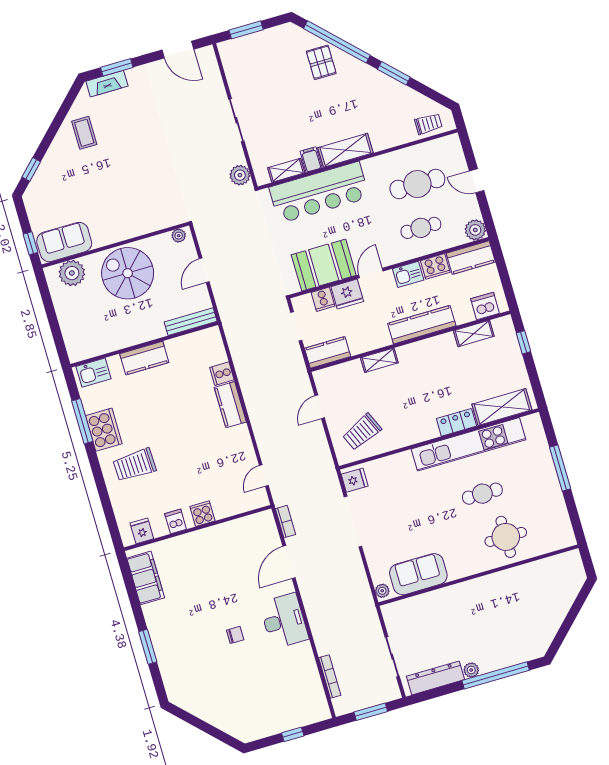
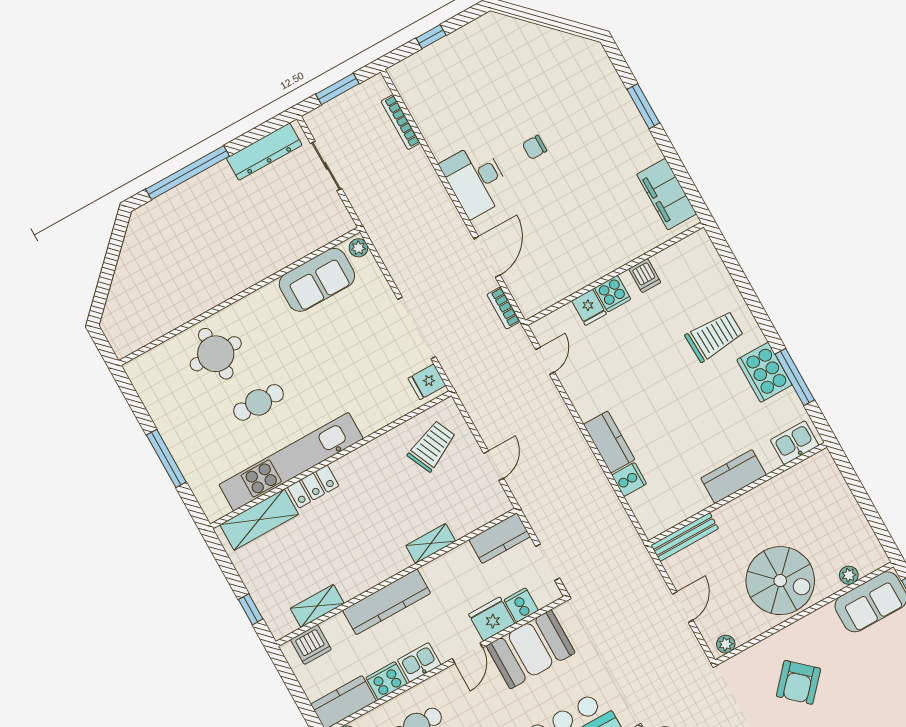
armchair: (132, 195) -> (798, 682), added
plant: (72, 273) -> (849, 575), width x0.53, depth x0.53
fridge: (142, 531) -> (589, 307), moved
plant: (471, 670) -> (221, 172), removed

